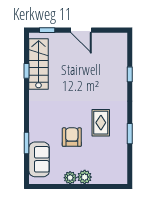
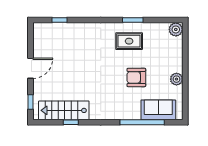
window: (130, 74) -> (59, 20), moved
rug: (101, 123) -> (129, 41), moved
window: (27, 143) -> (142, 122), width x2.11
plant: (85, 177) -> (176, 29), moved

